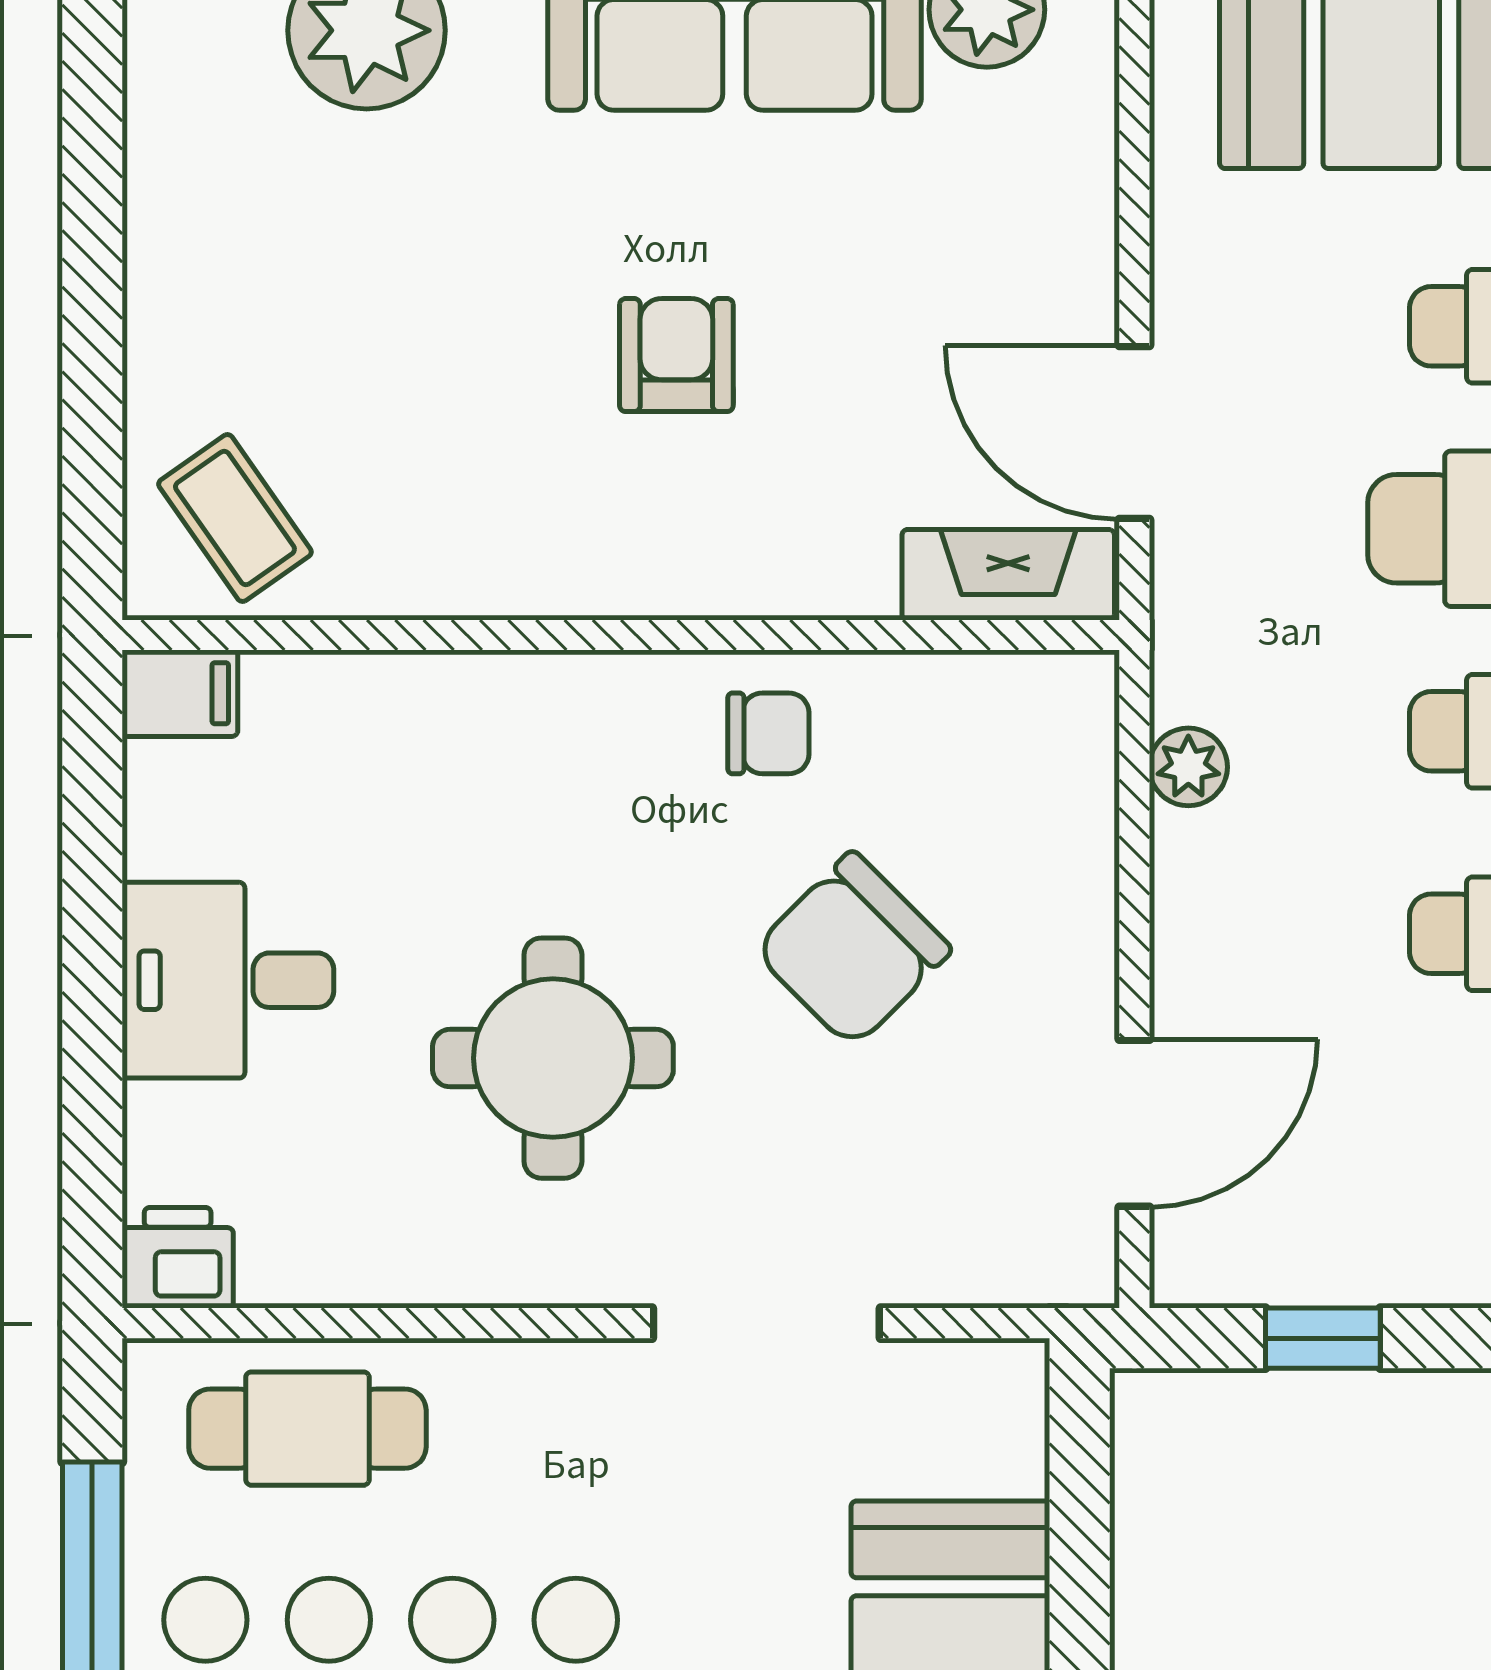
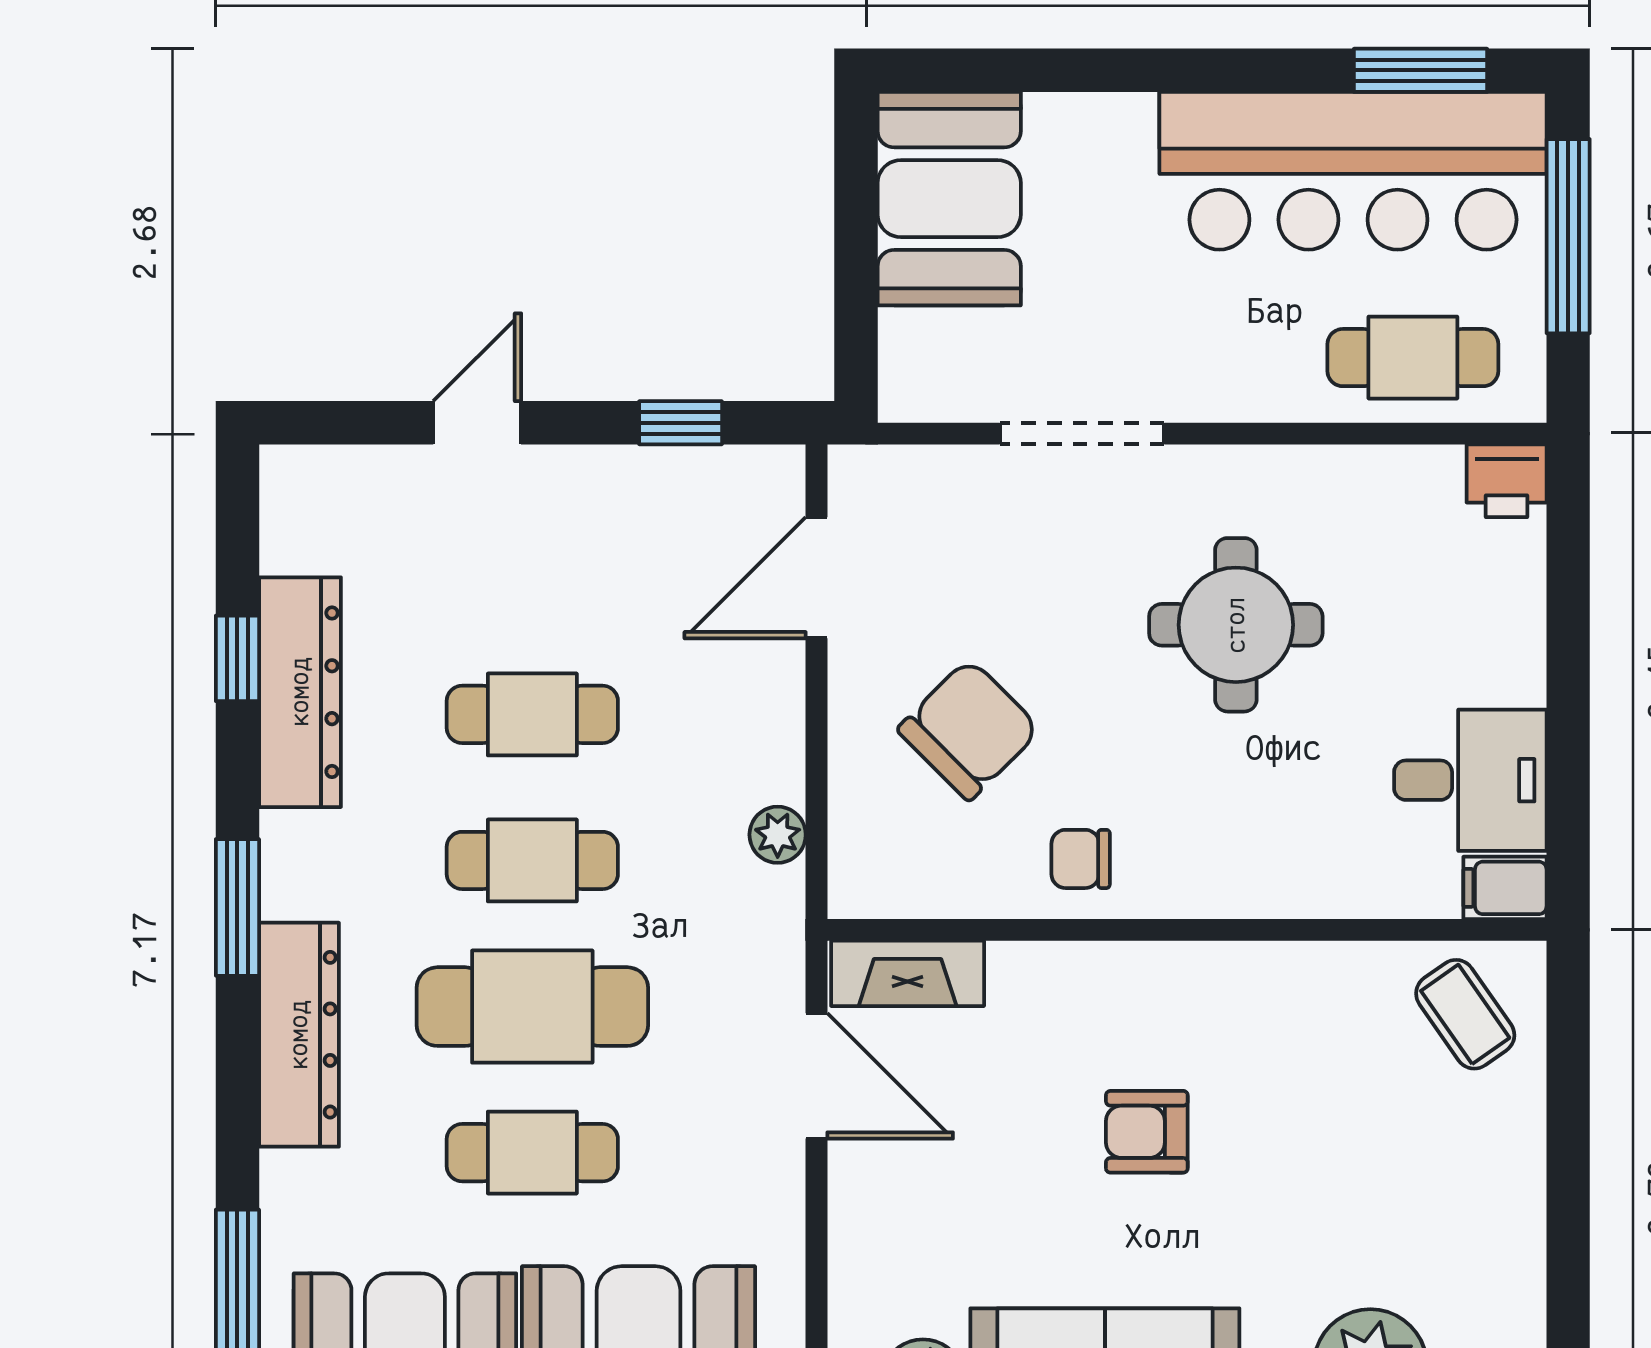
armchair: (676, 355) -> (1147, 1132), turned 90
chair: (852, 950) -> (969, 730), moved
desk: (228, 980) -> (1470, 780), moved

